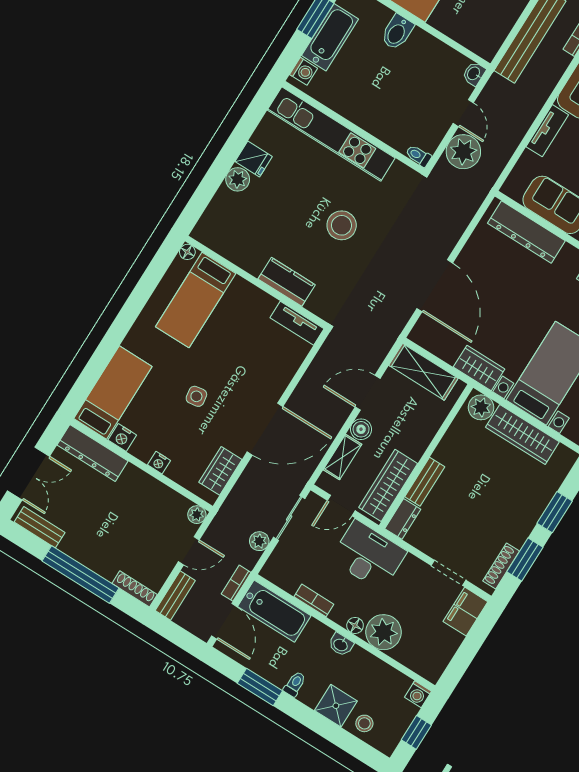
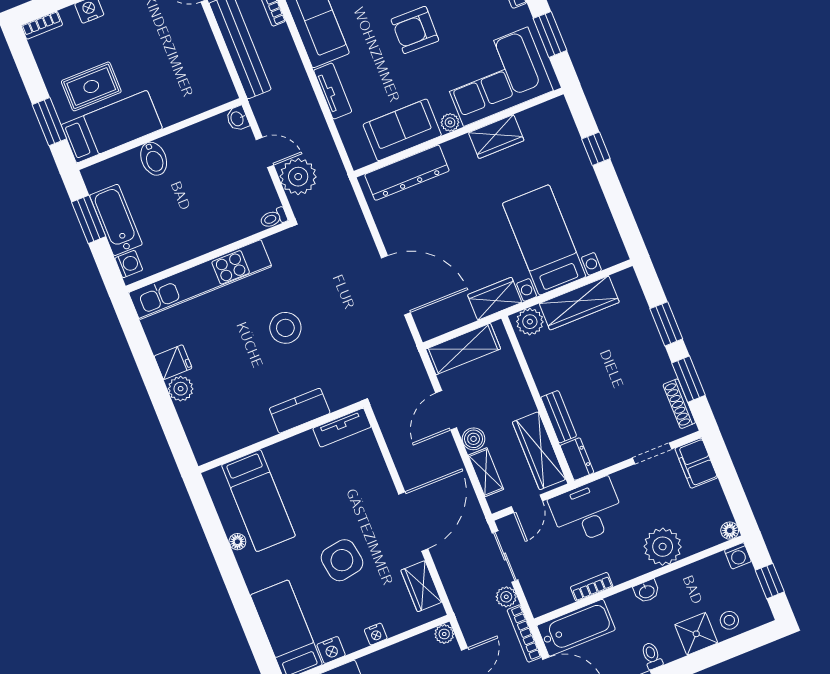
floor lamp: (187, 252) -> (237, 542), moved
side table: (196, 396) -> (342, 560), width x1.87, depth x1.87
bookcase: (236, 583) -> (524, 633), width x1.56
floor lamp: (355, 625) -> (730, 531), moved

